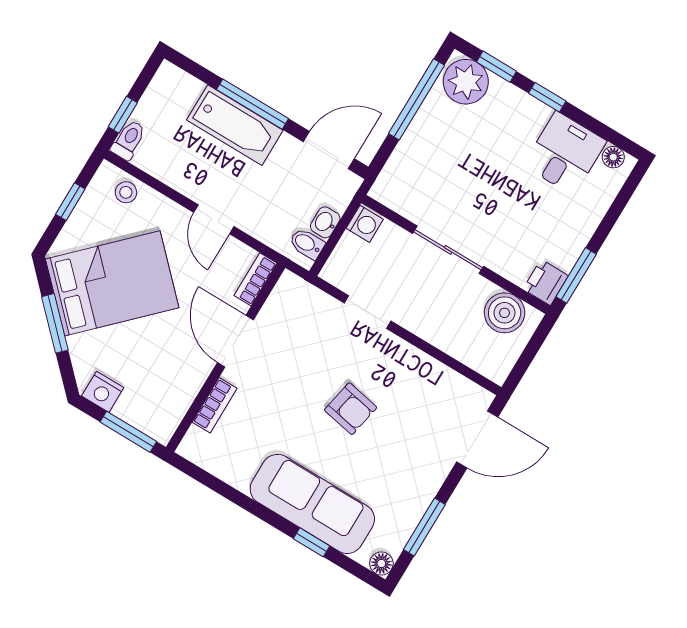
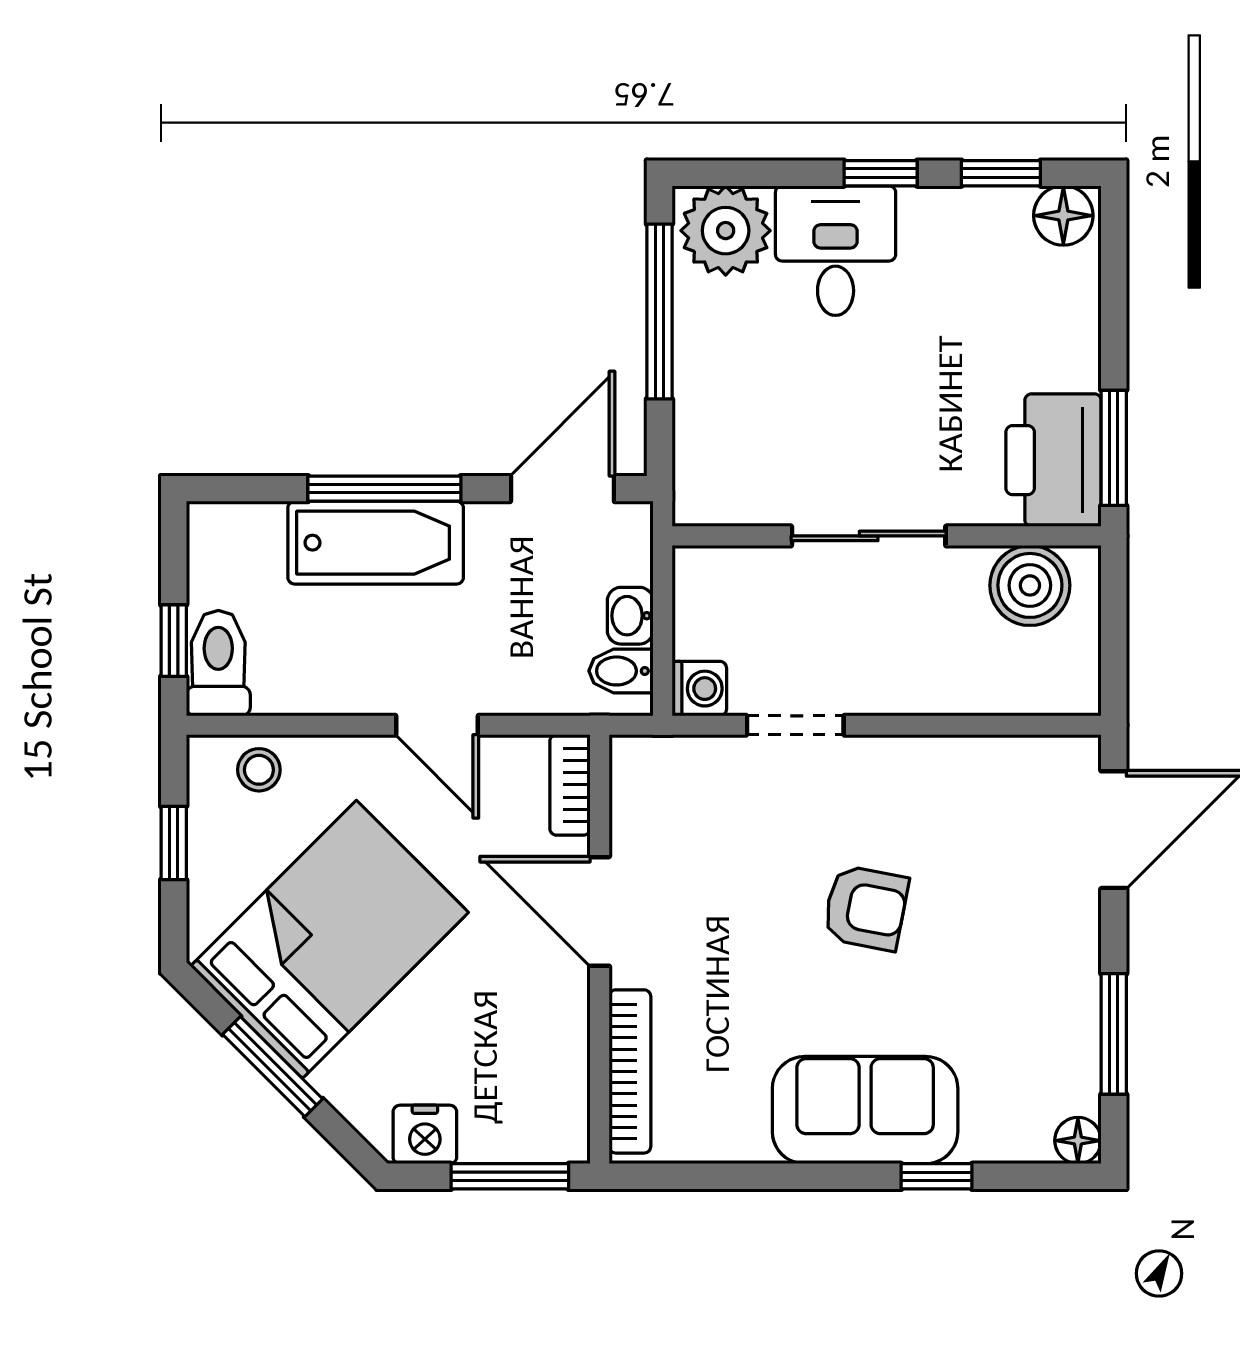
window: (497, 67) -> (1001, 173), moved
toilet: (129, 140) -> (218, 663), width x1.37, depth x1.39
desk: (565, 153) -> (836, 251), moved
floor lamp: (613, 157) -> (1063, 216), width x1.37, depth x1.37
washing machine: (365, 224) -> (699, 689), moved
printer: (546, 282) -> (1053, 460), width x1.87, depth x1.48
bookcase: (215, 405) -> (630, 1071), width x1.56
sofa: (312, 504) -> (865, 1110), width x0.73

